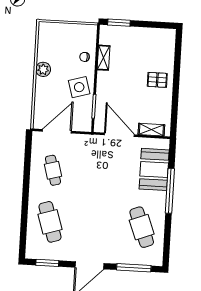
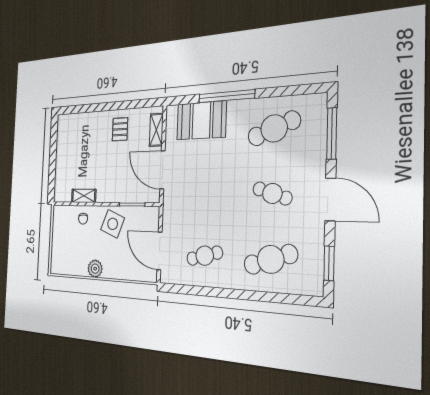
window: (119, 23) -> (52, 180), removed
pallet: (157, 80) -> (120, 129), moved
side table: (79, 87) -> (113, 224), turned 38
door: (119, 135) -> (162, 170), hinge flipped
cafe table: (96, 225) -> (272, 193), added

